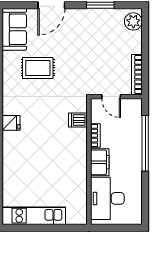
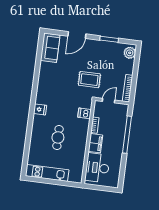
rug: (38, 68) -> (89, 80), moved
door: (111, 97) -> (109, 101), swing flipped
cafe table: (43, 161) -> (58, 137), added

